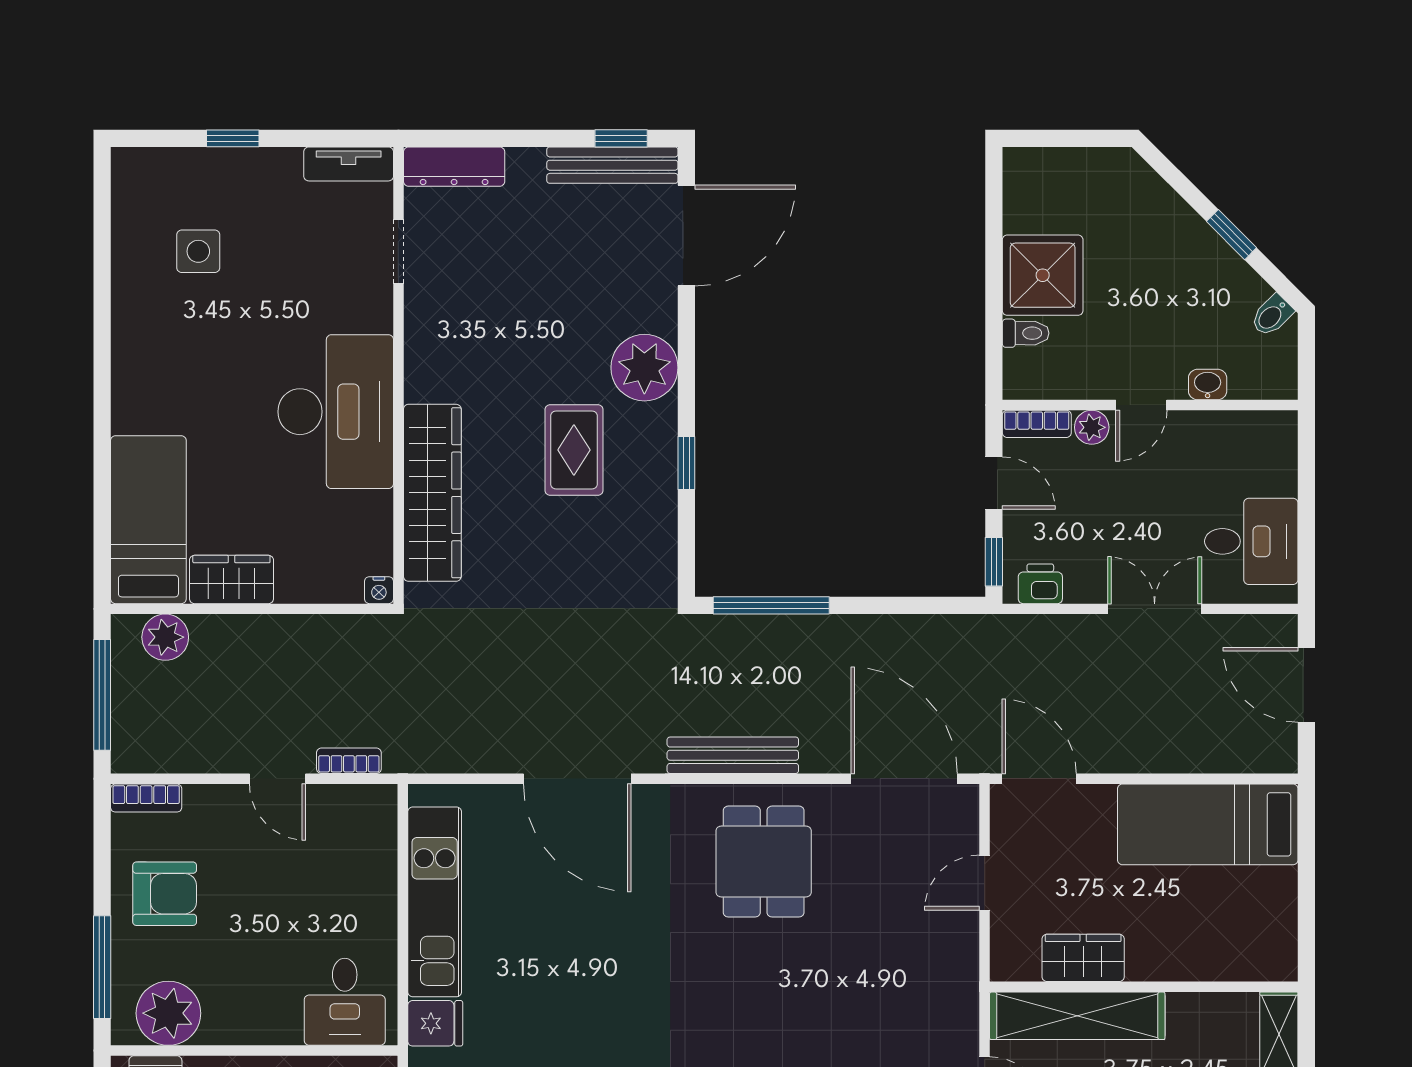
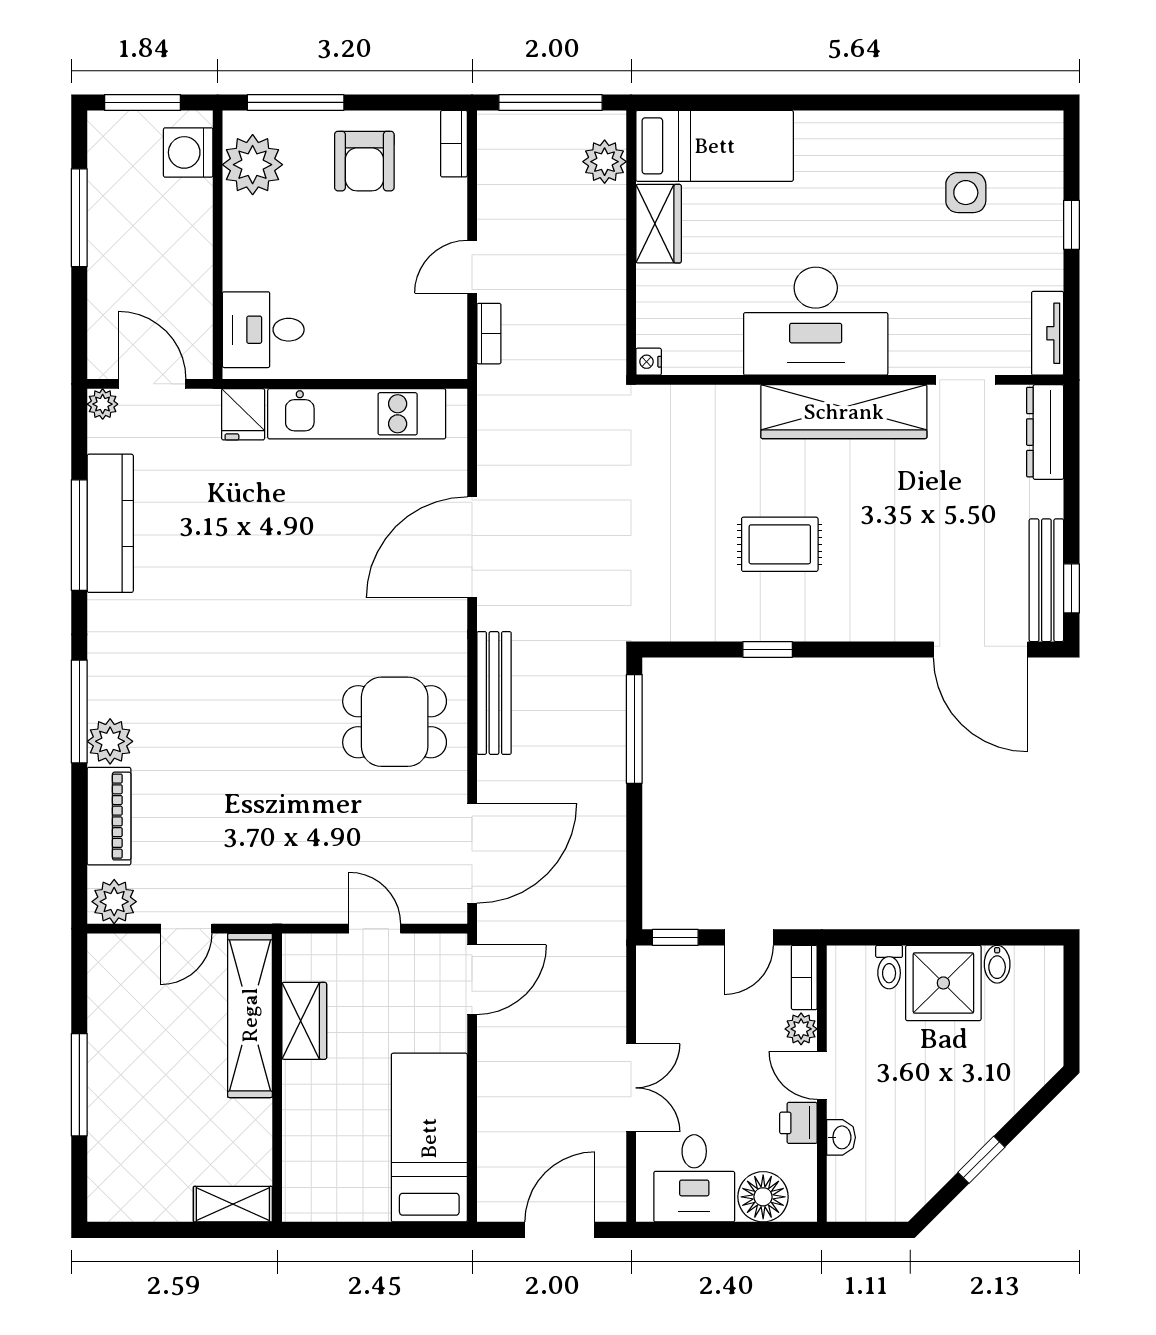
bidet: (1272, 315) -> (997, 964), moved, turned -135
plant: (644, 368) -> (857, 610), removed
floor lamp: (1271, 468) -> (763, 1197), added
wardrobe: (432, 493) -> (844, 412), moved
printer: (1040, 584) -> (798, 1123), moved, turned 180

